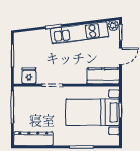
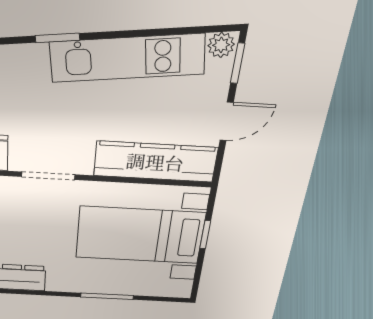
kitchen counter: (103, 76) -> (155, 162), width x1.50

